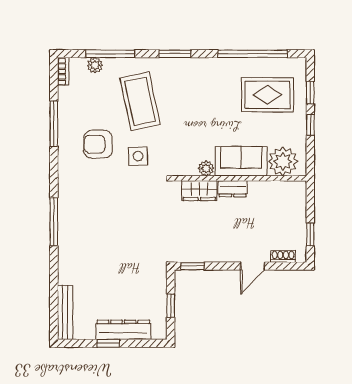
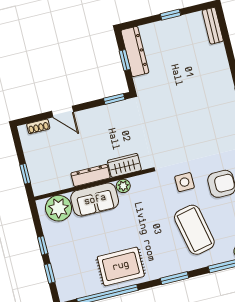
rug: (268, 95) -> (121, 266), moved
dresser: (233, 189) -> (91, 175), width x1.44
window: (310, 235) -> (25, 174), moved
door: (253, 266) -> (62, 112), swing flipped
bench: (65, 312) -> (213, 26), width x0.73
dresser: (123, 330) -> (135, 52), moved, turned -90

